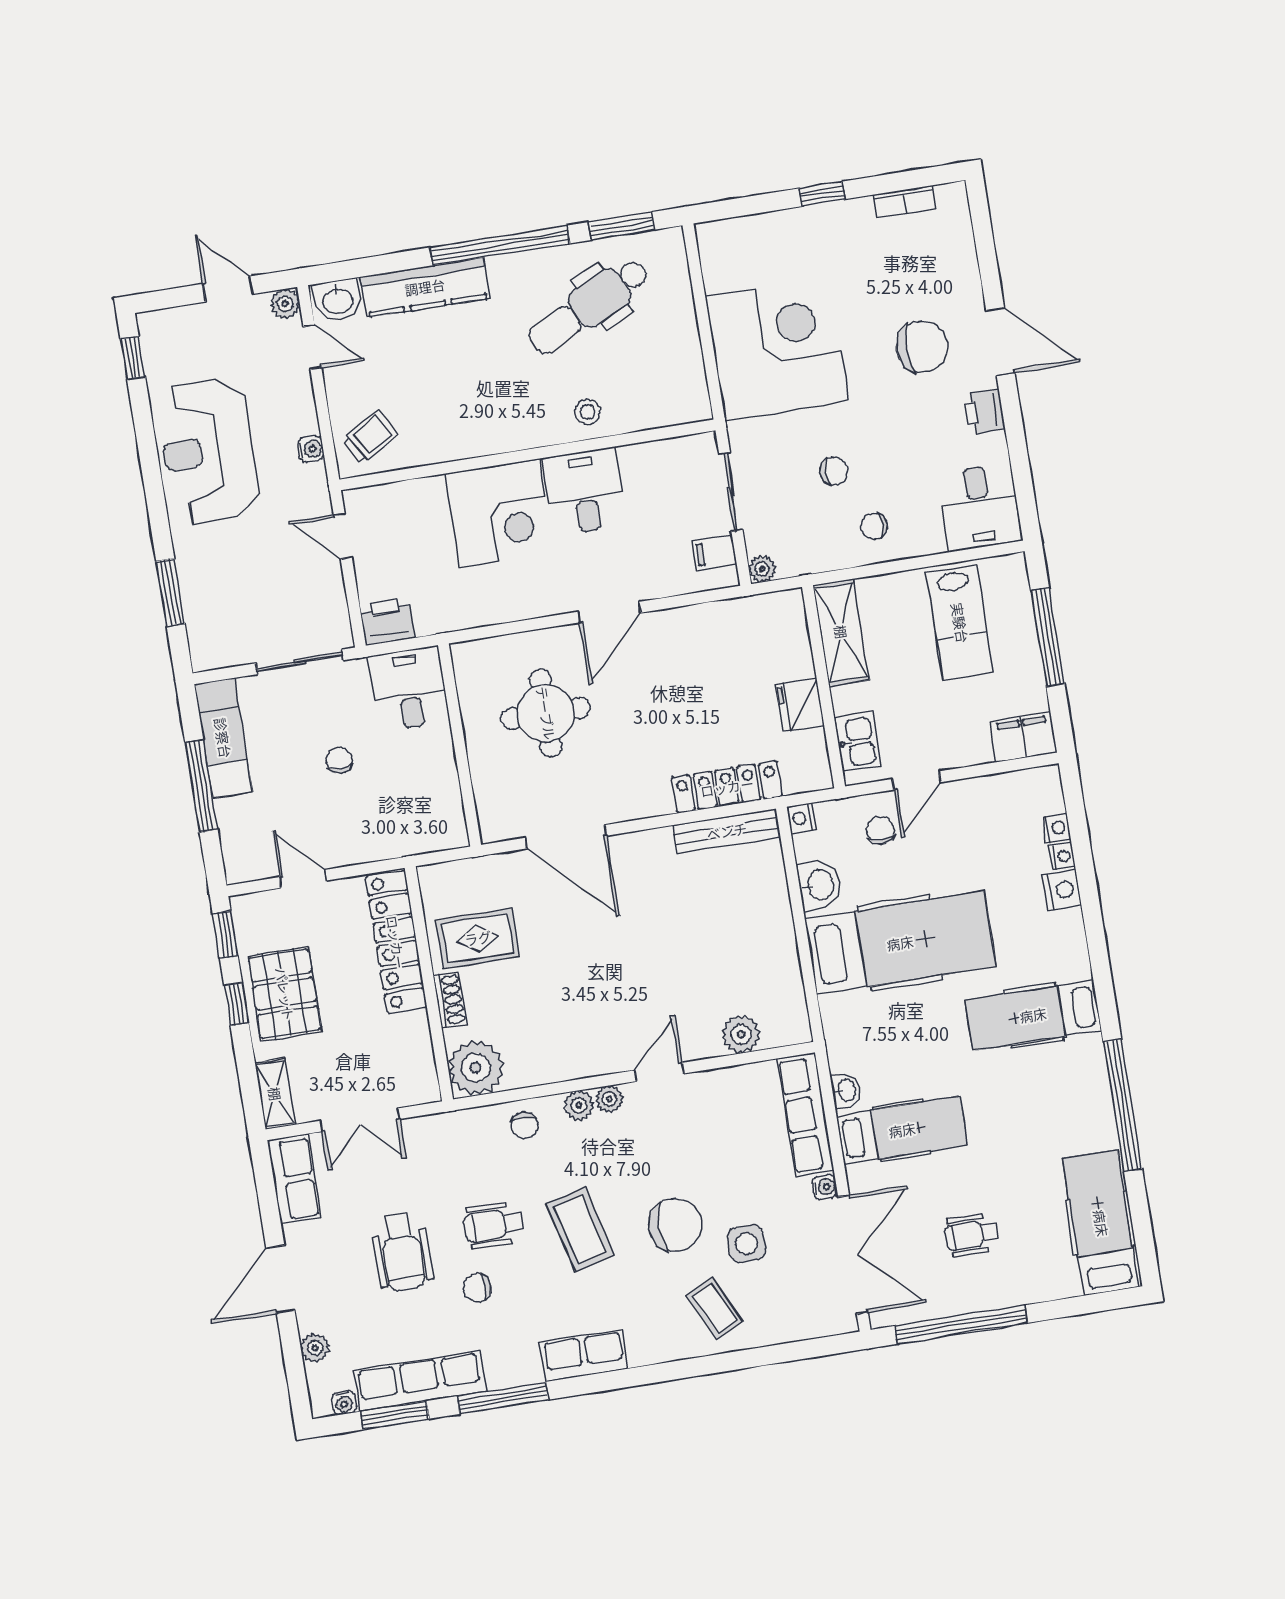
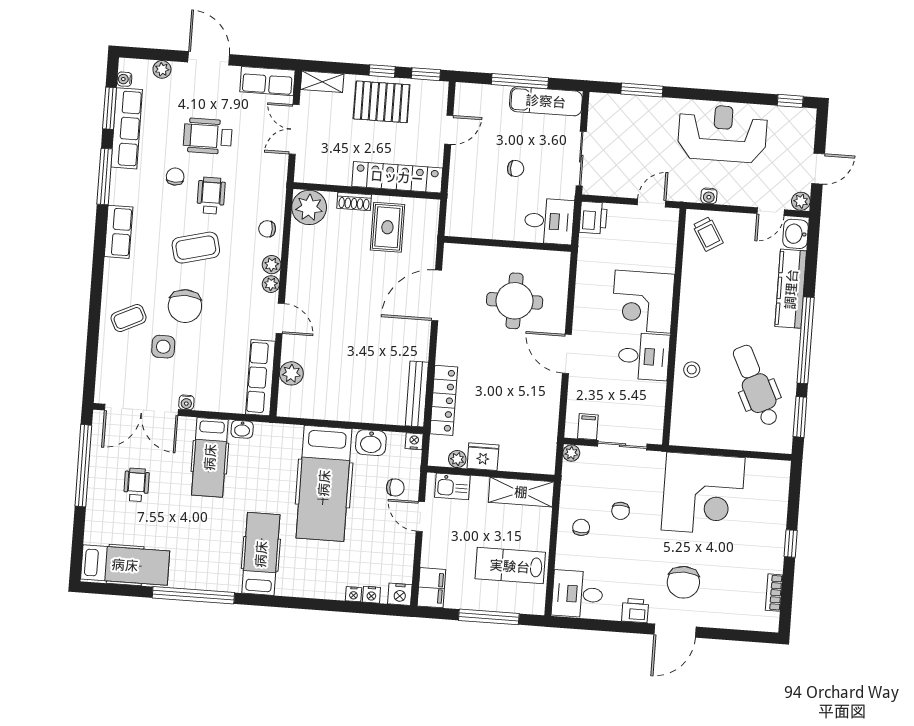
plant: (813, 744) -> (457, 459), added
nightstand: (1062, 890) -> (400, 594), moved
row of seats: (805, 1115) -> (260, 378), moved, turned -90

